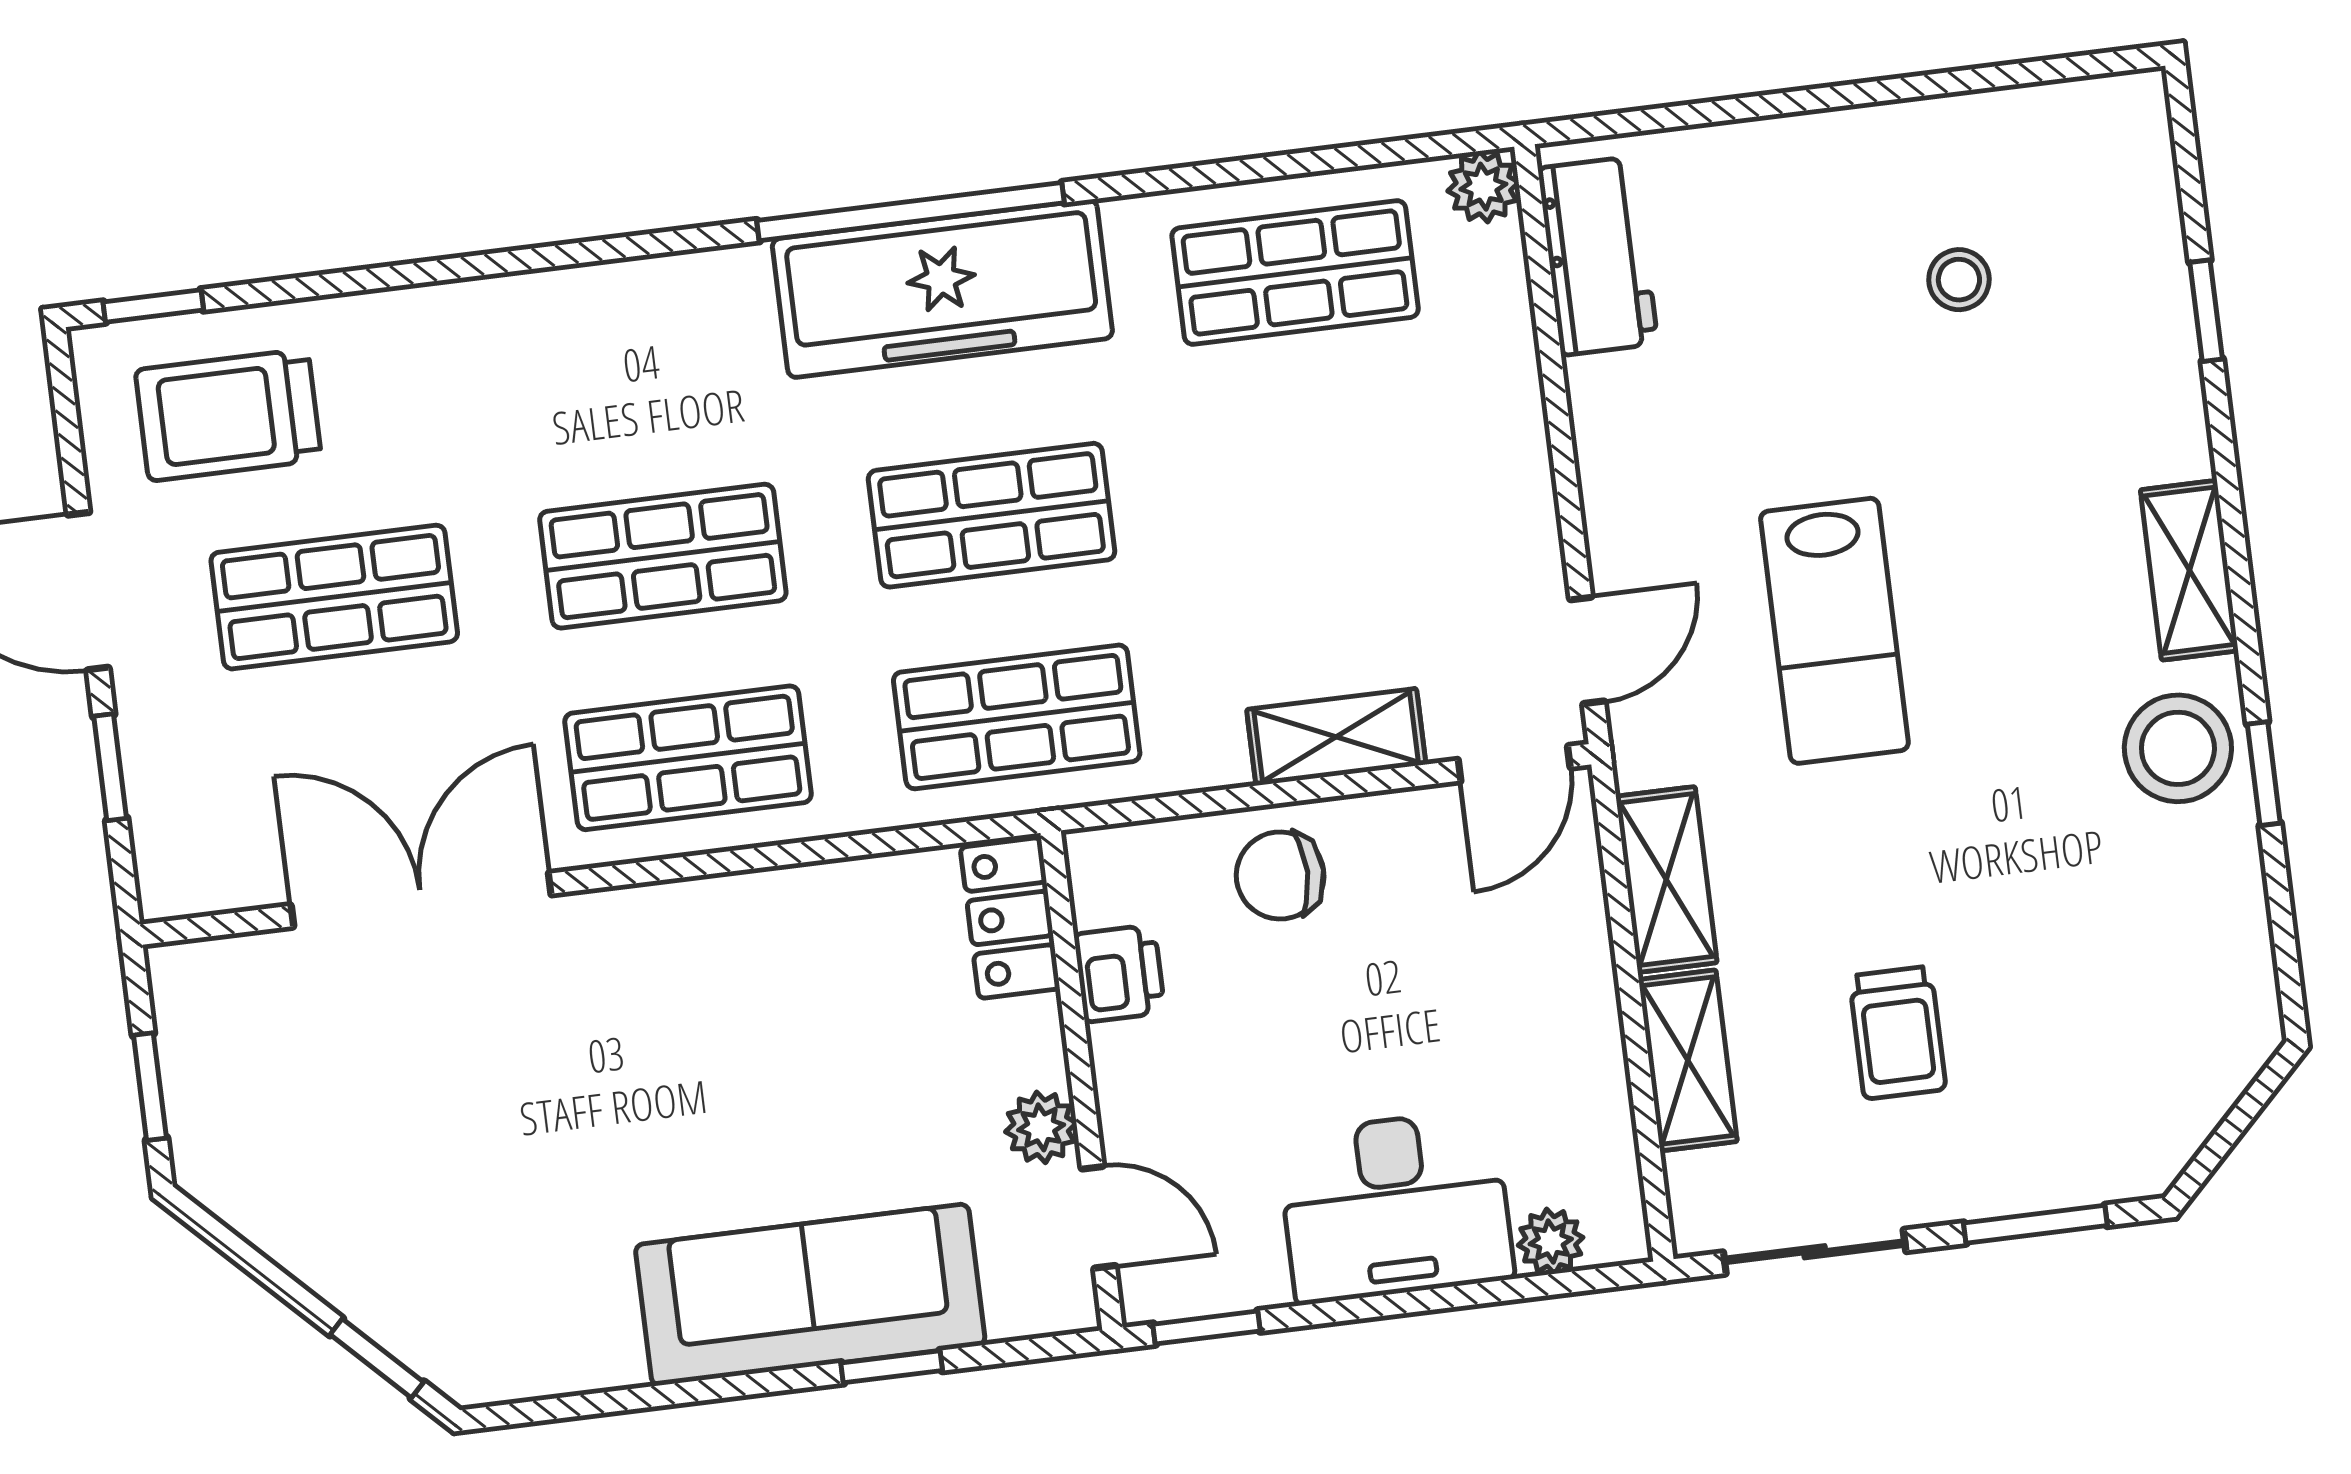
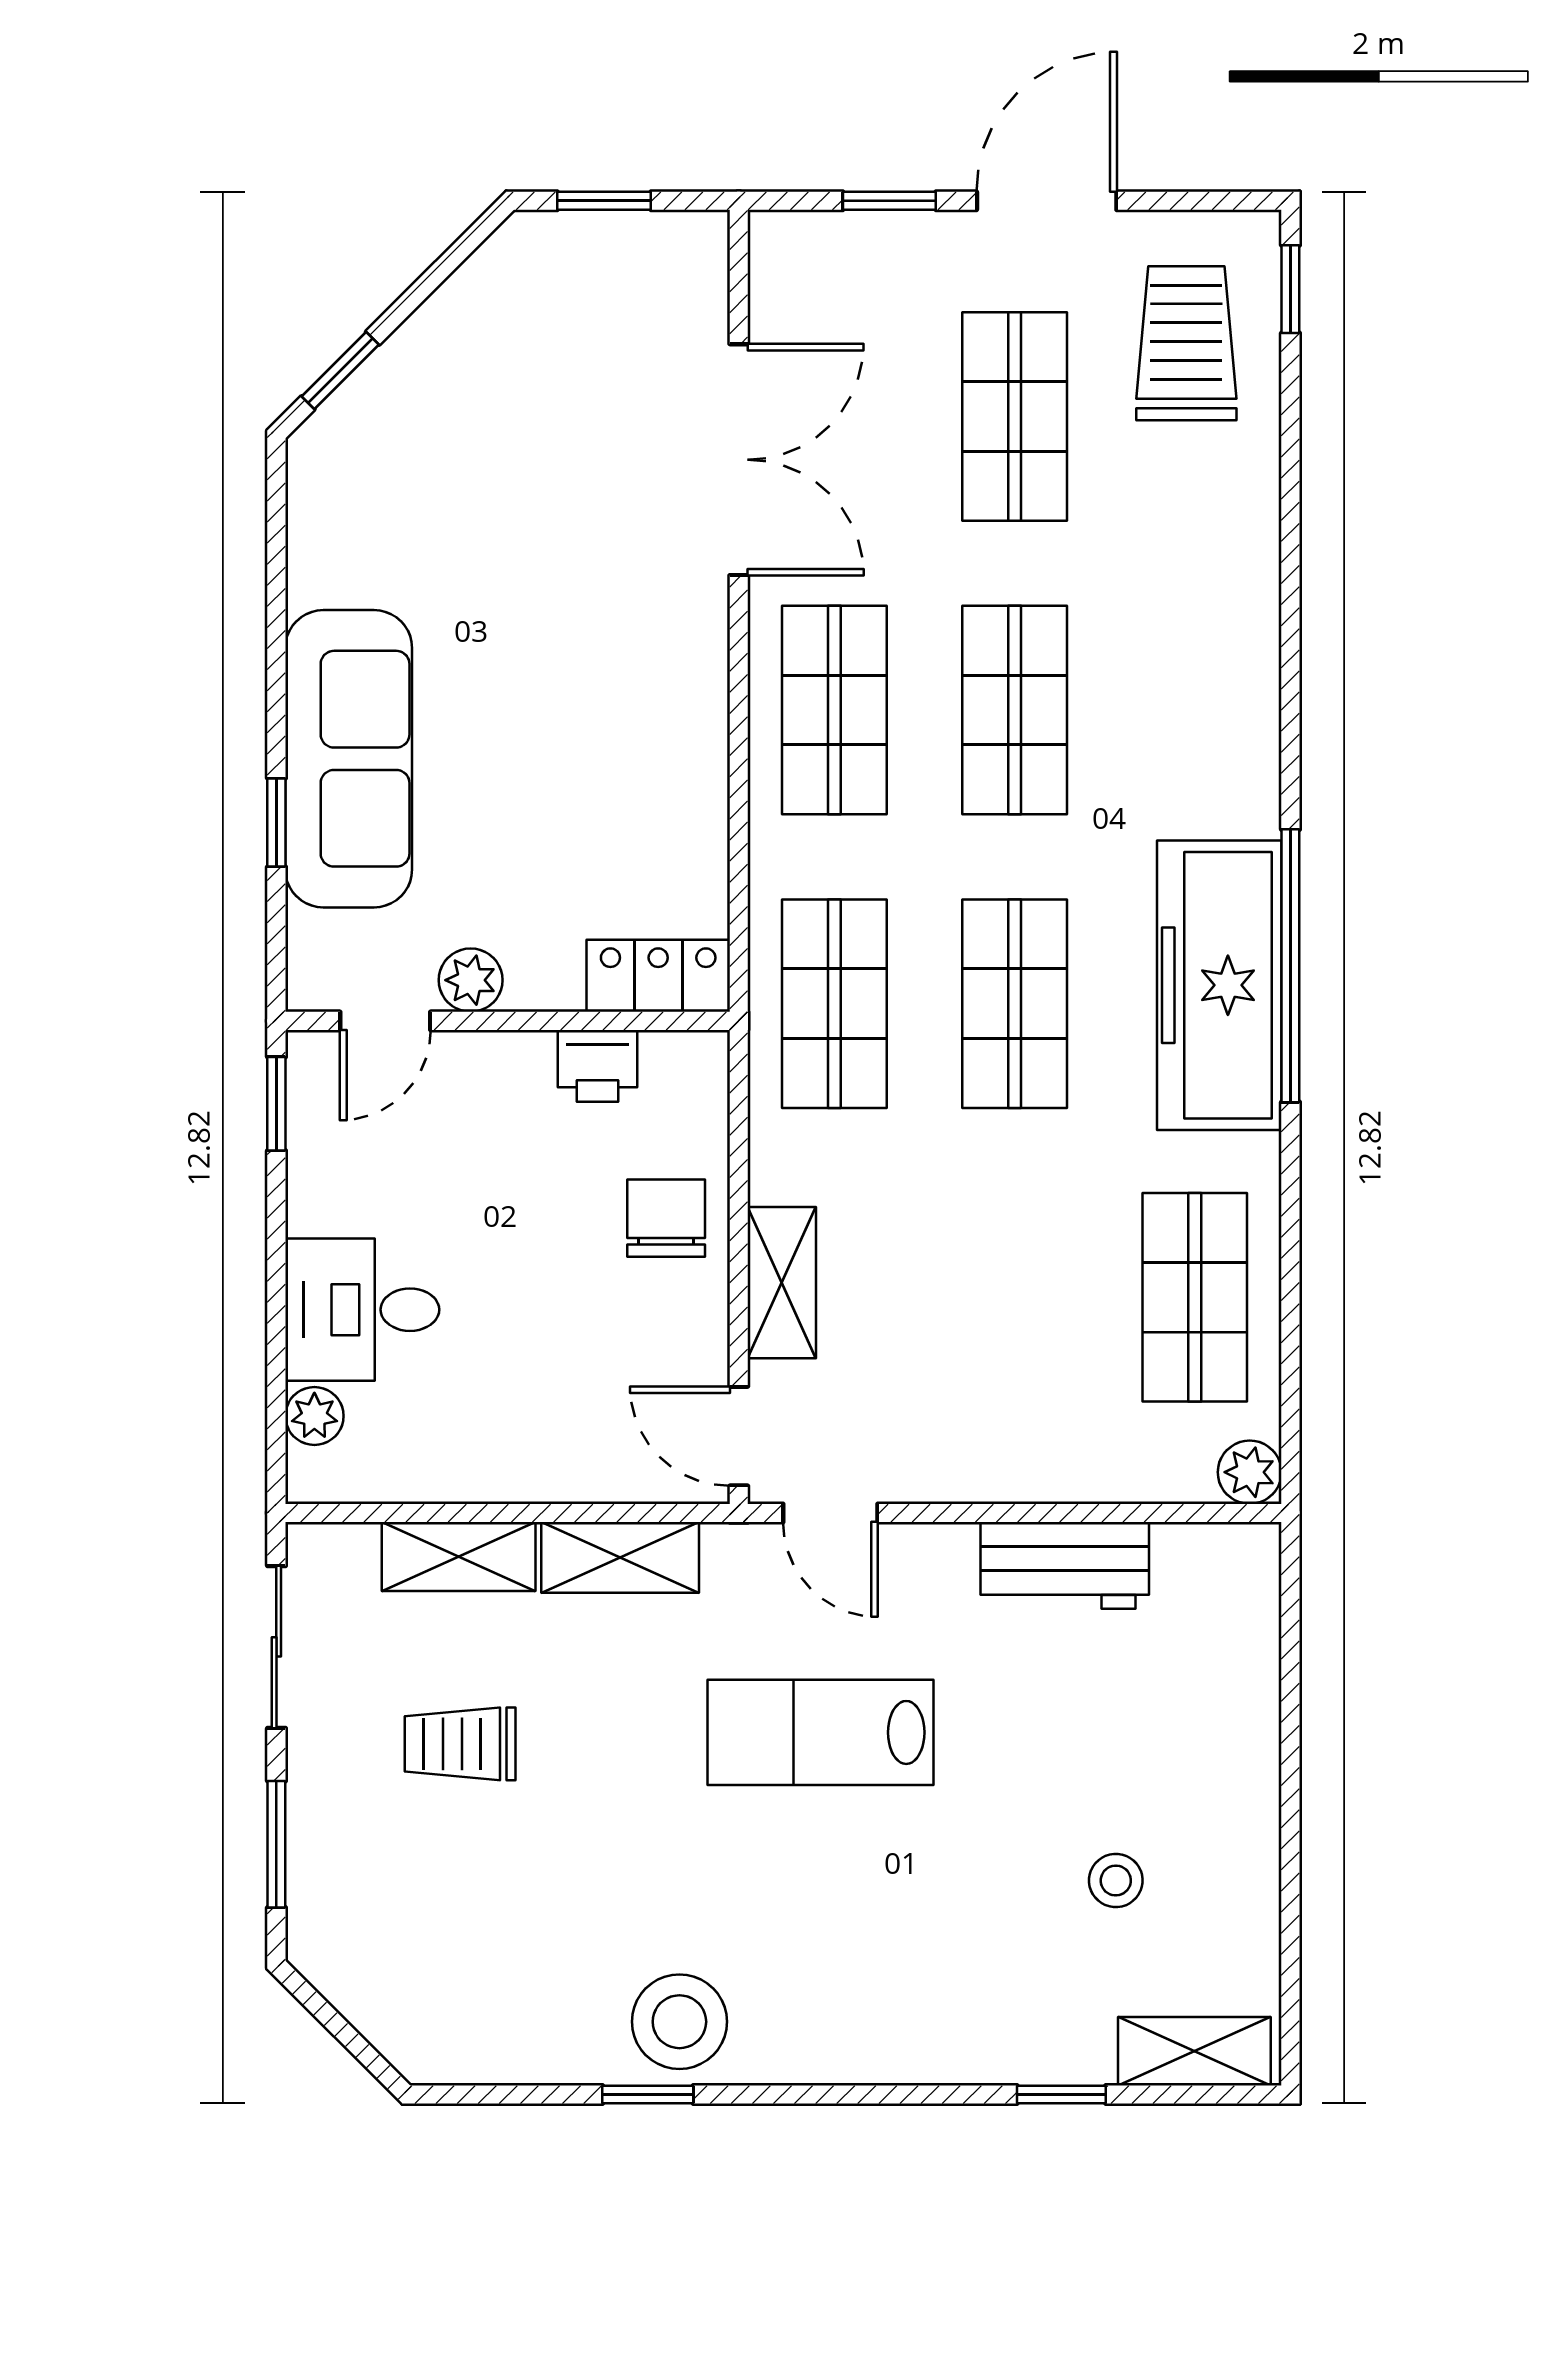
workbench: (1598, 256) -> (1065, 1565), moved
shelving: (2189, 570) -> (1194, 2051), moved
desk: (1395, 1206) -> (362, 1310), width x0.73

